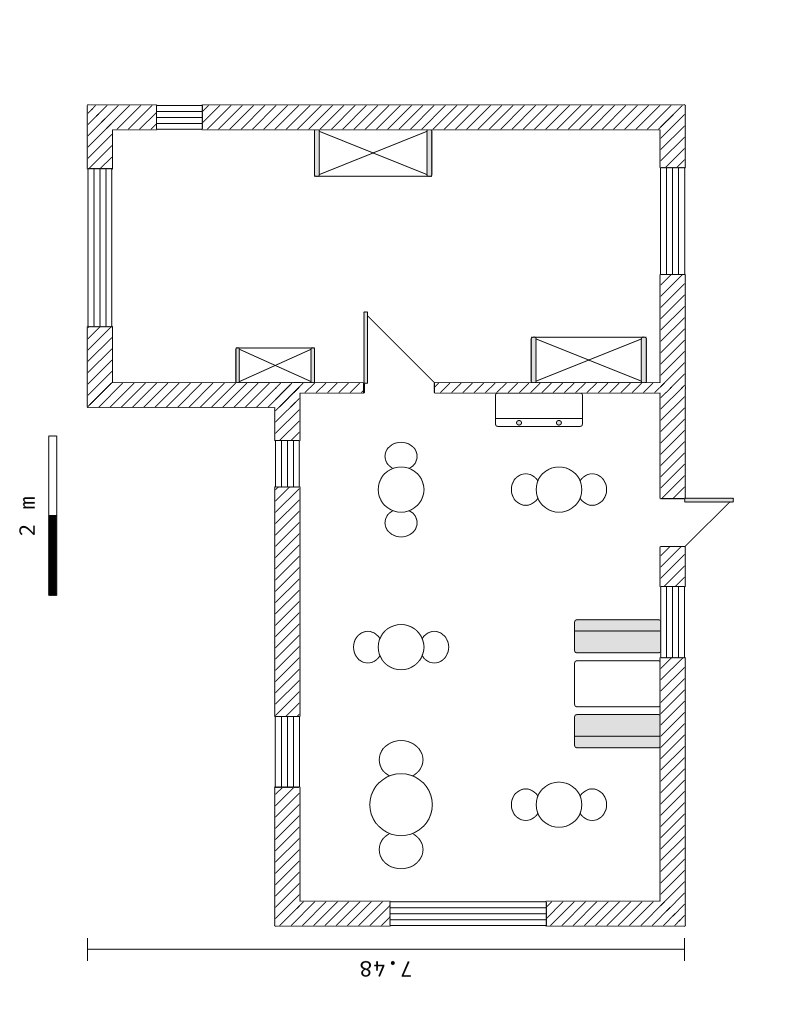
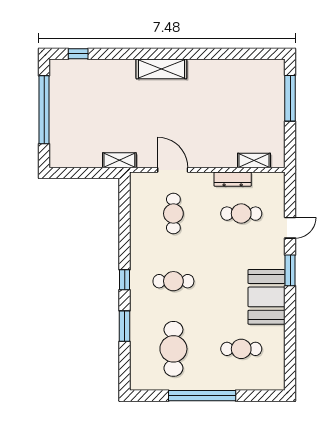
shelving: (589, 360) -> (254, 160), width x0.67, depth x0.75
window: (287, 464) -> (125, 280), moved

